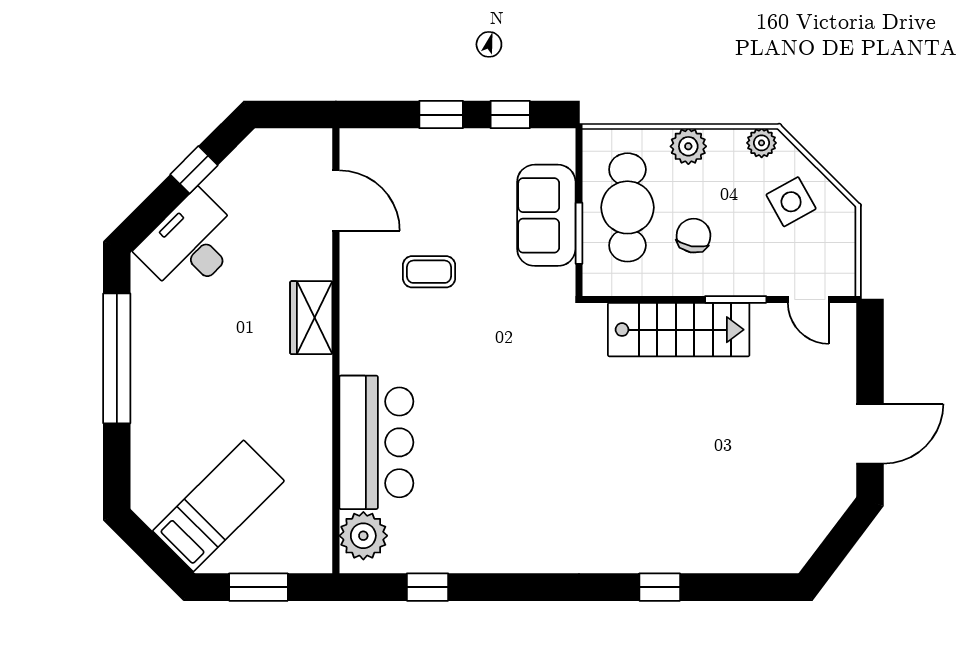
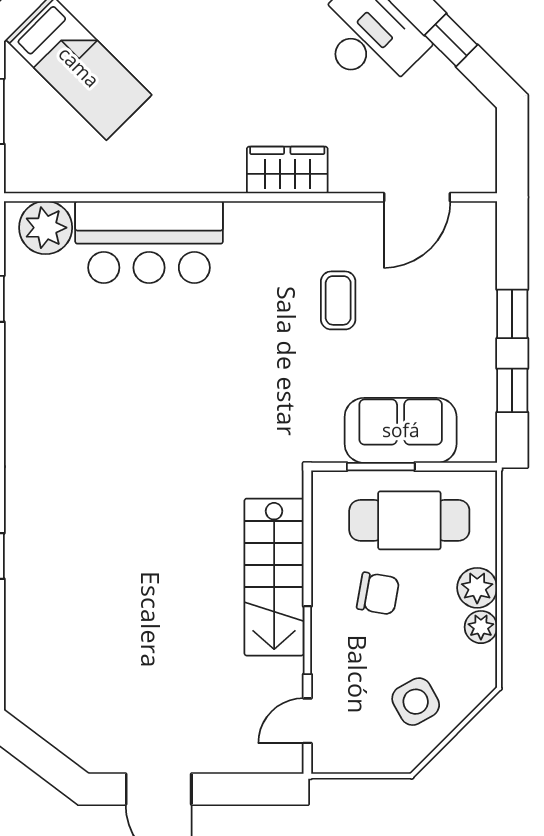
plant: (762, 143) -> (481, 627), moved

